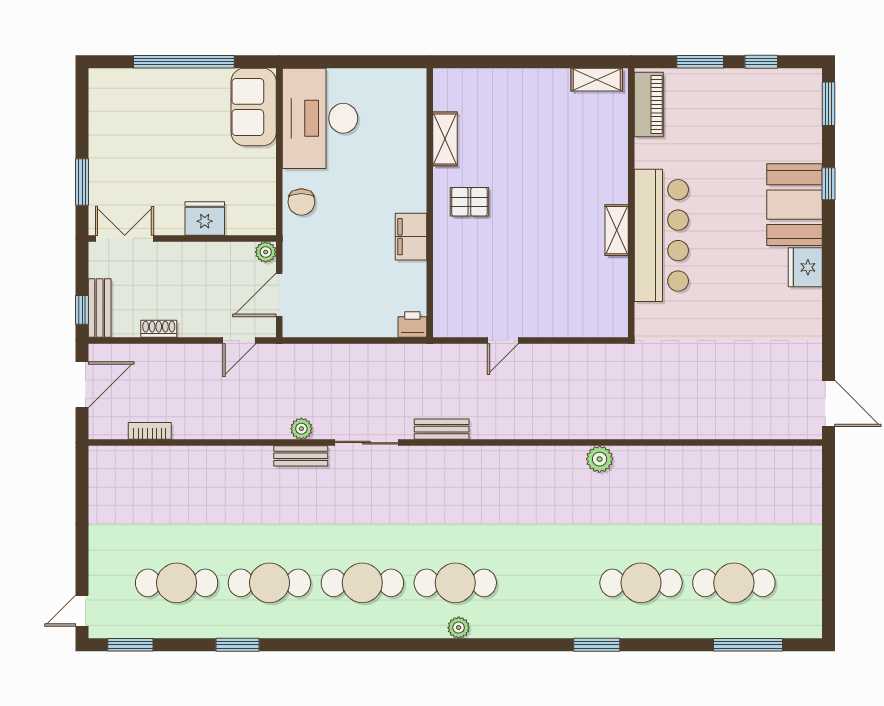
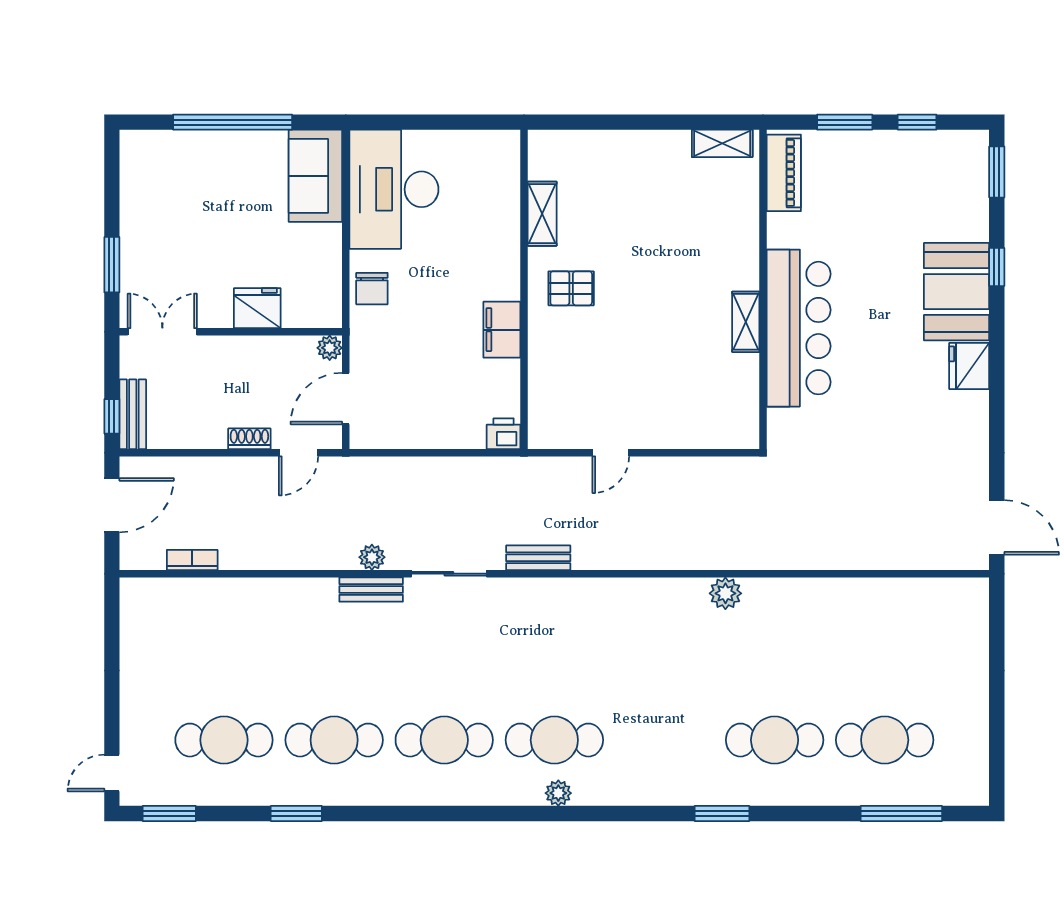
shoe rack: (159, 329) -> (249, 439), moved

